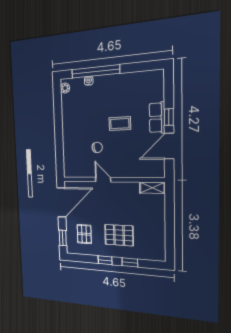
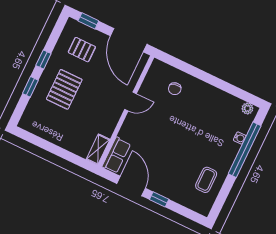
row of seats: (157, 118) -> (116, 155), moved, turned 90
coffee table: (120, 124) -> (206, 180), moved
chair: (97, 147) -> (175, 89), moved

